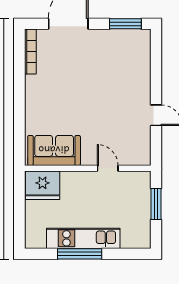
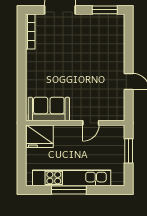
door: (108, 168) -> (91, 123), swing flipped
kitchen unit: (83, 238) -> (72, 178), width x1.36

